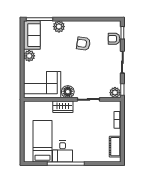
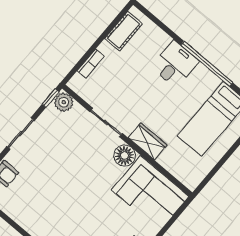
armchair: (83, 44) -> (51, 201), removed
desk: (63, 151) -> (175, 64), moved

